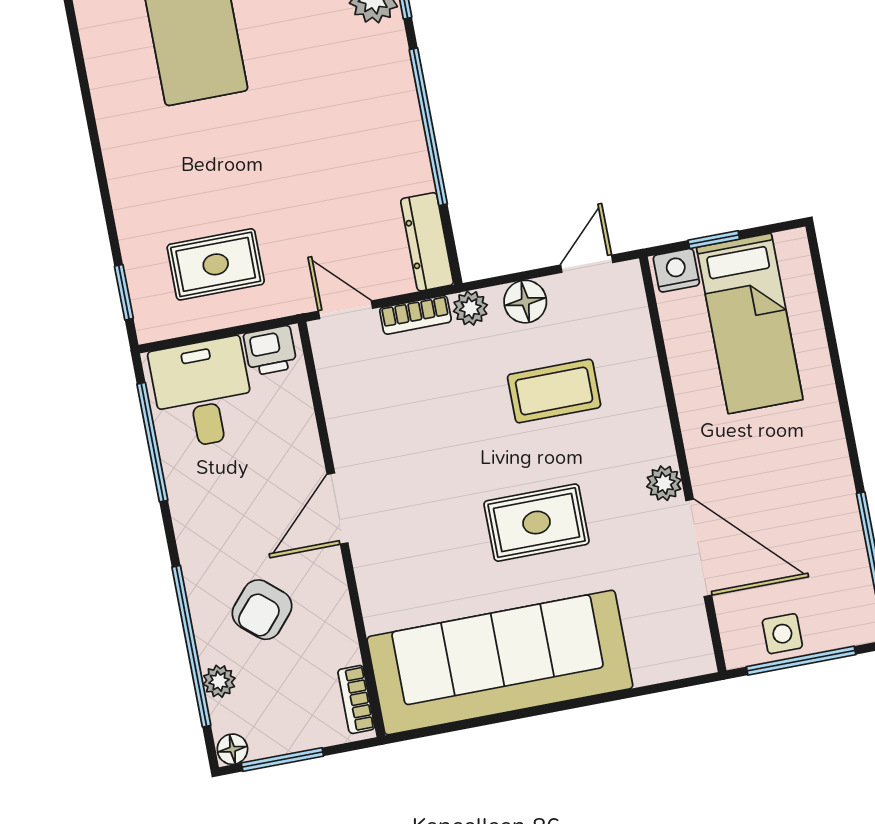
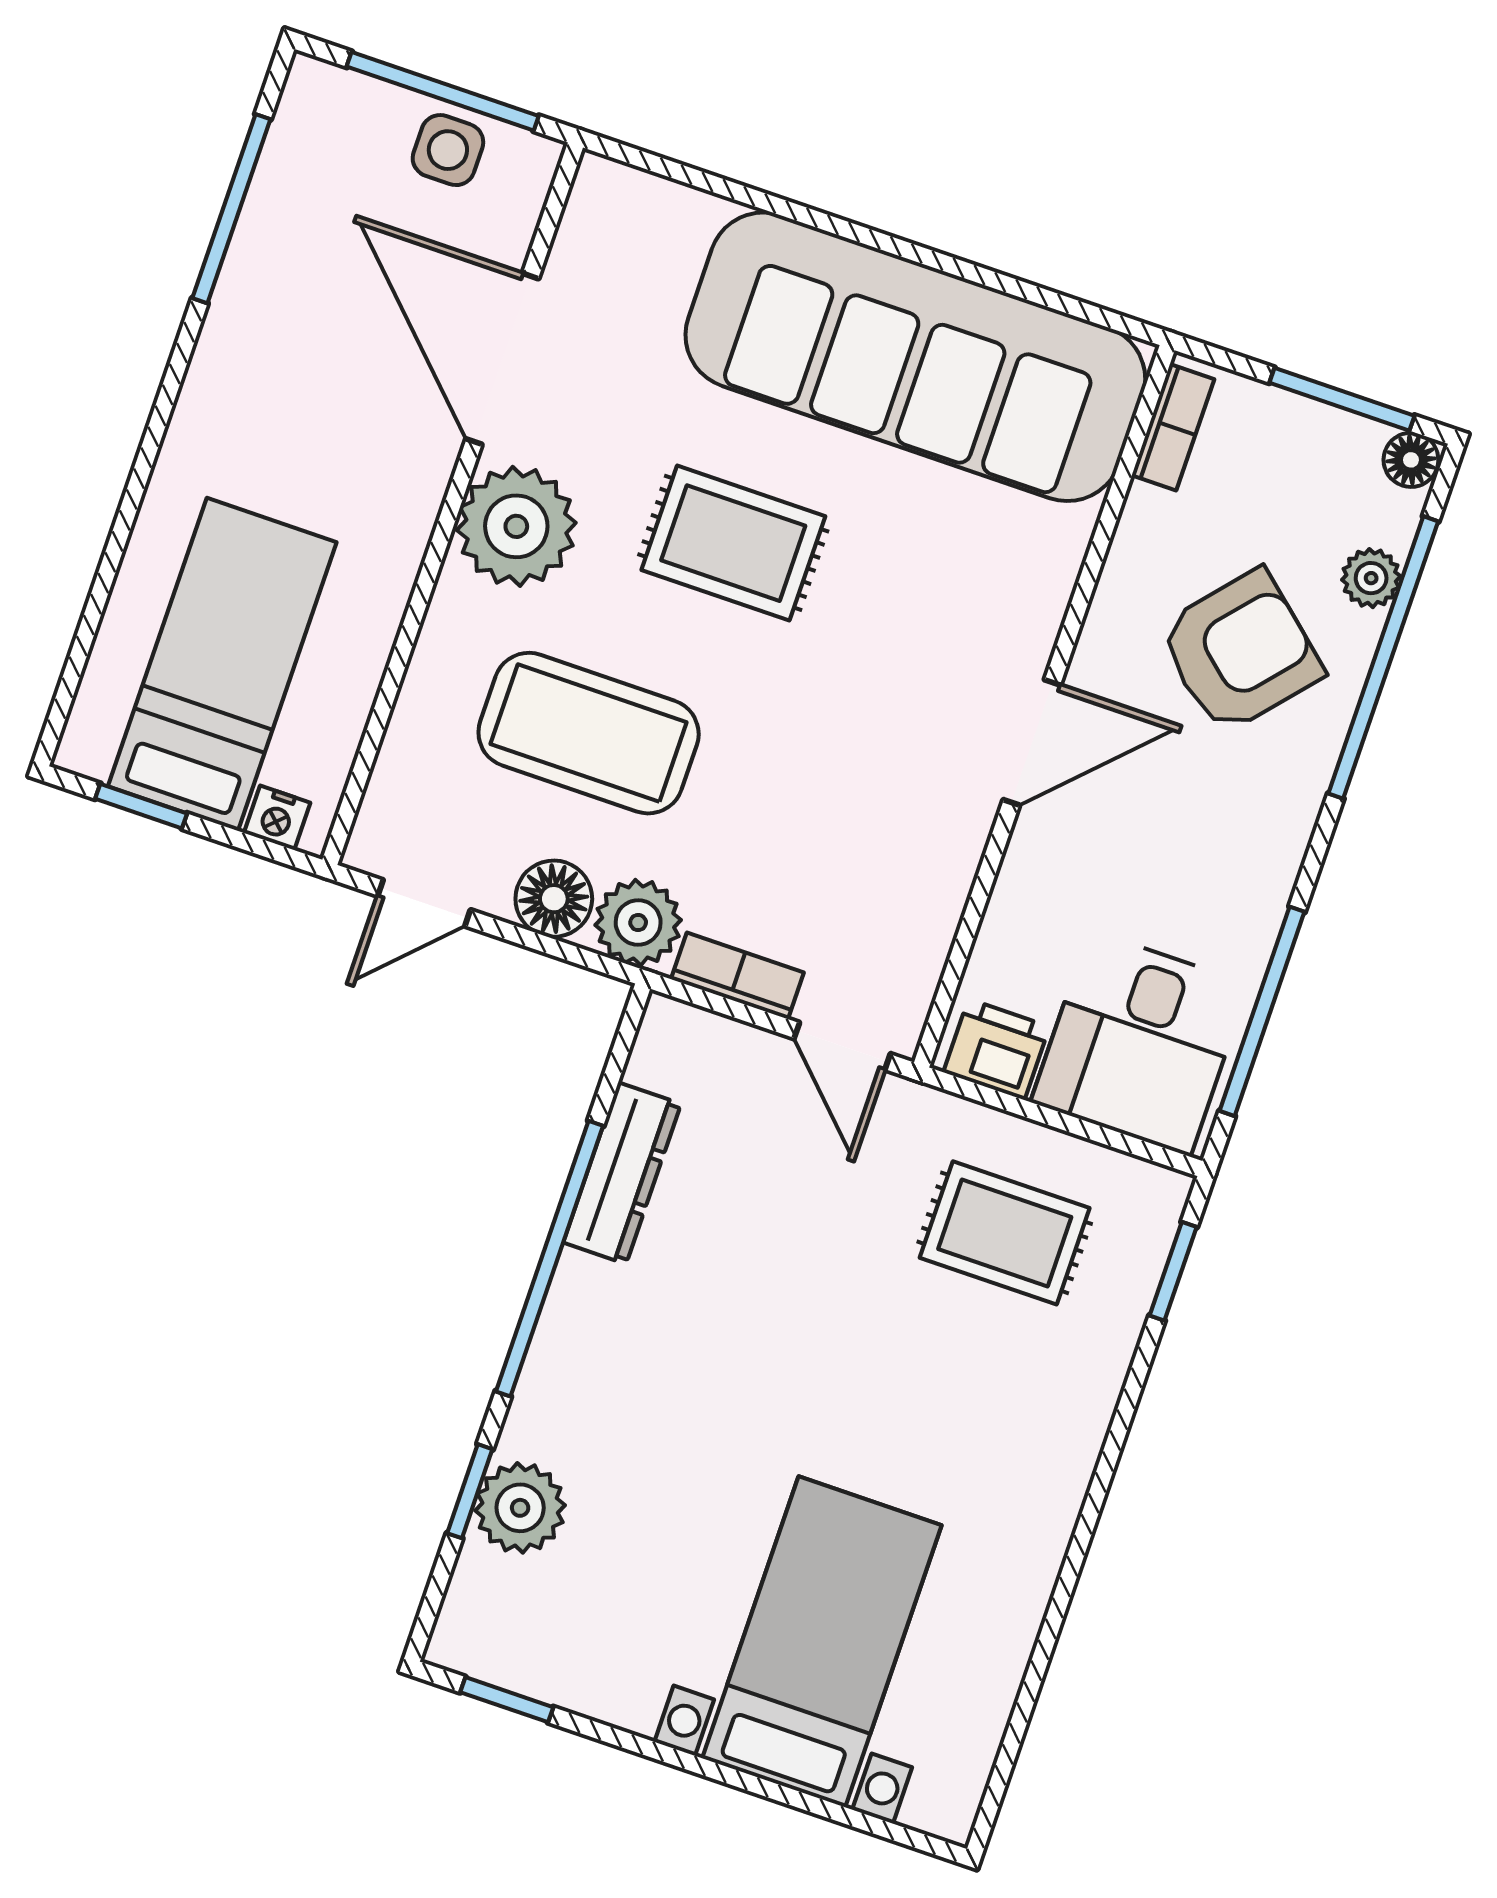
window: (714, 240) -> (141, 806), moved
dresser: (427, 242) -> (622, 1173), moved
nightstand: (676, 270) -> (277, 818), width x0.72, depth x0.74
plant: (470, 308) -> (638, 923), width x1.38, depth x1.38
coffee table: (554, 391) -> (589, 733), width x1.36, depth x1.32
plant: (664, 483) -> (516, 526), width x1.88, depth x1.88
armchair: (262, 610) -> (1240, 652), width x1.38, depth x1.38

